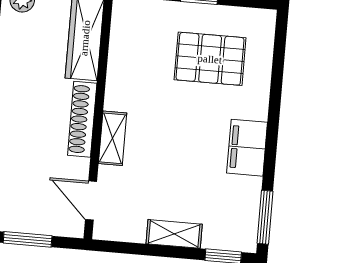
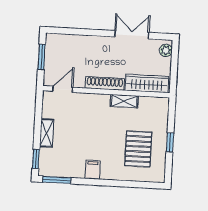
shelving: (113, 138) -> (124, 101), moved
filing cabinet: (247, 148) -> (93, 170), width x0.50

